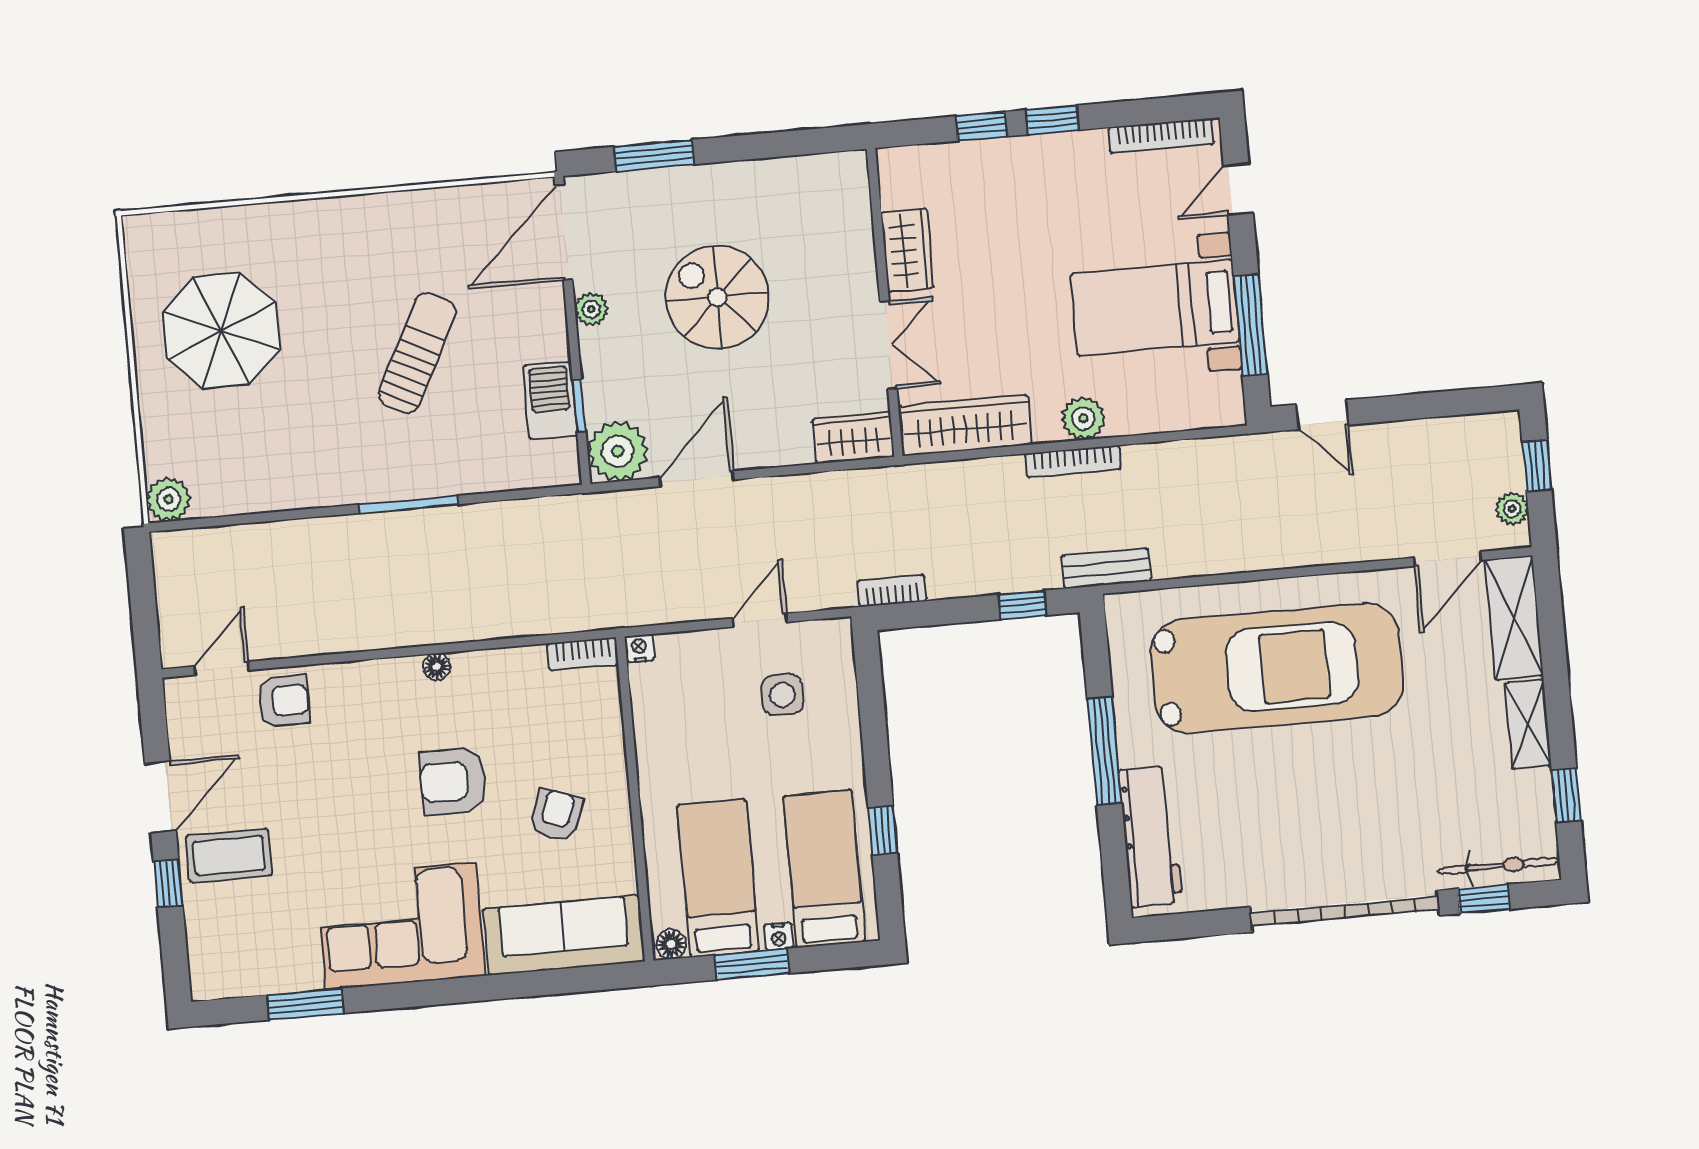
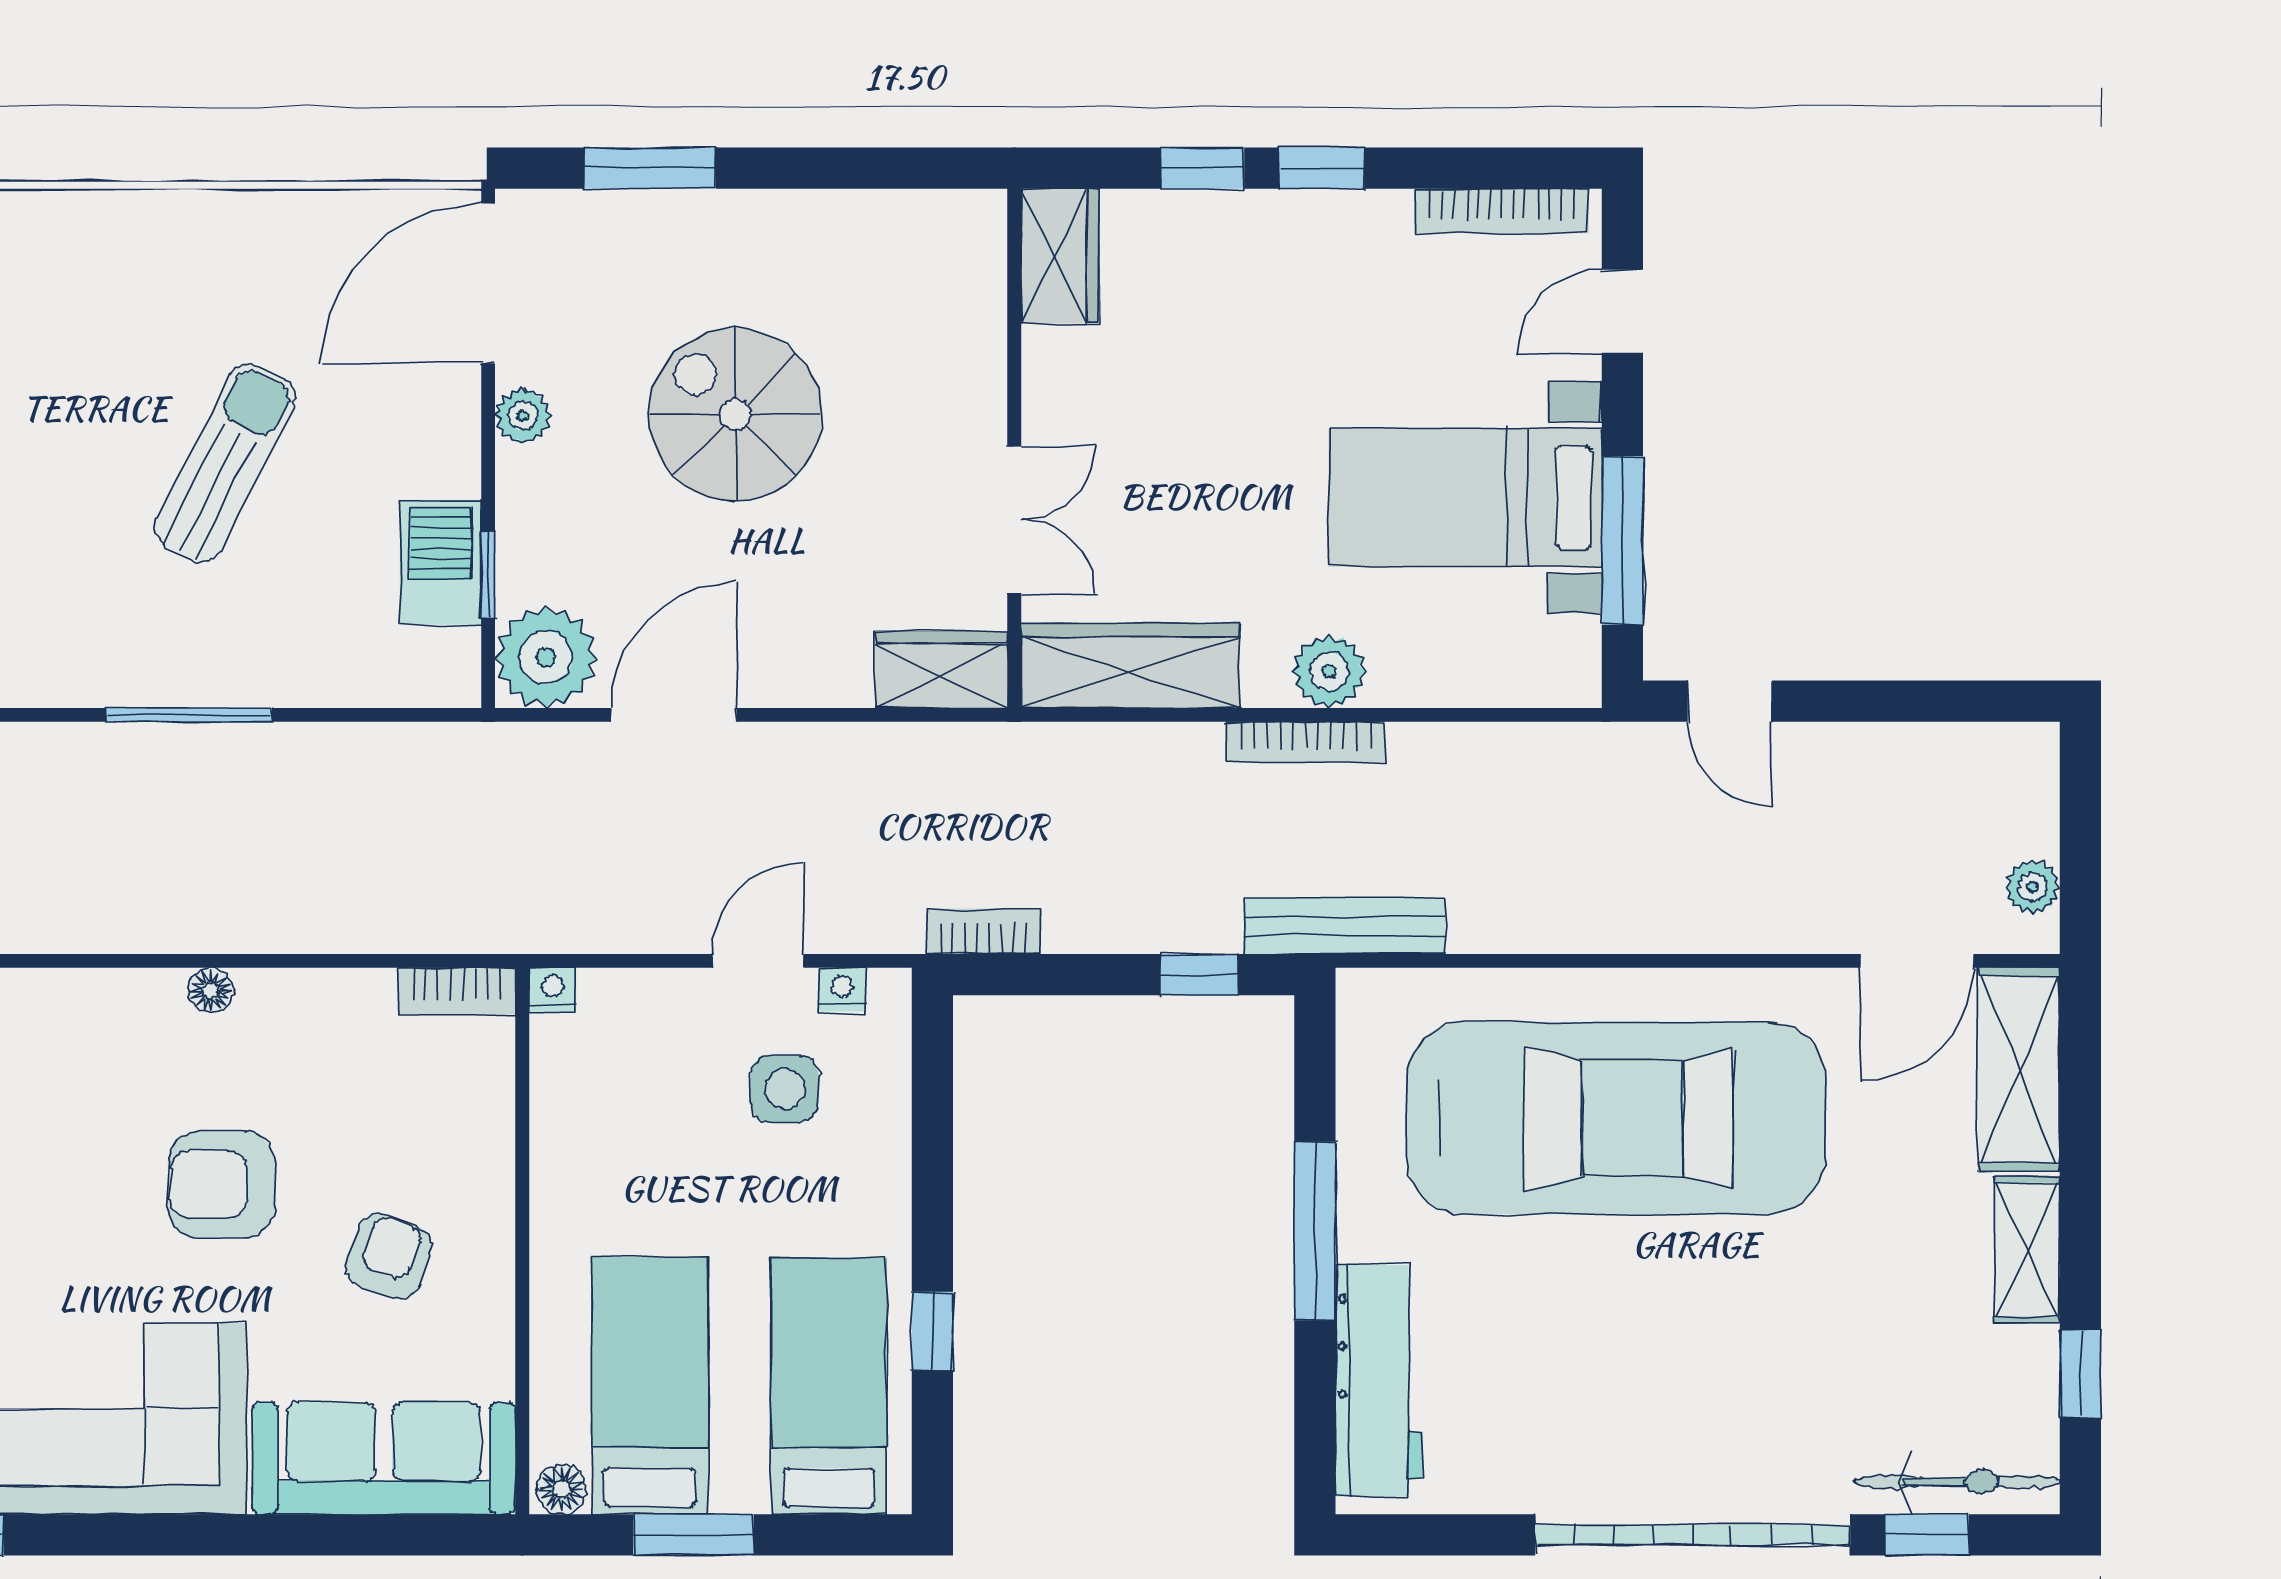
wardrobe: (907, 250) -> (1060, 256), moved
window: (1537, 466) -> (2080, 818), removed
bench: (1106, 568) -> (1345, 926), width x1.36
nightstand: (779, 936) -> (842, 990), moved, turned 180

